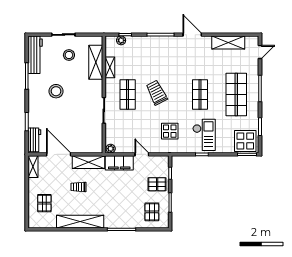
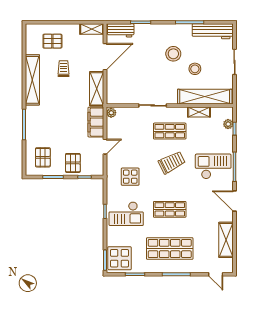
door: (192, 35) -> (234, 201), swing flipped
checkout: (160, 54) -> (213, 166), added
stool: (69, 55) -> (195, 69), moved
shelving: (96, 62) -> (205, 97), width x1.47
trolley: (78, 187) -> (64, 69), moved
pallet: (152, 212) -> (43, 157), turned 90

